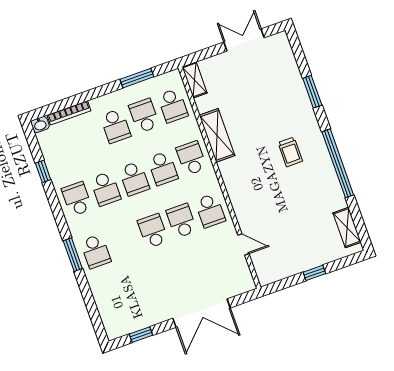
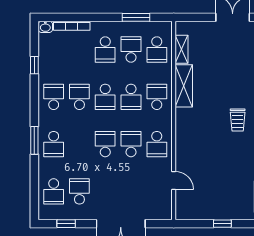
shelving: (195, 80) -> (182, 49), moved
school desk: (106, 189) -> (79, 97), turned 180
school desk: (143, 294) -> (79, 191), added
school desk: (114, 304) -> (54, 191), added

